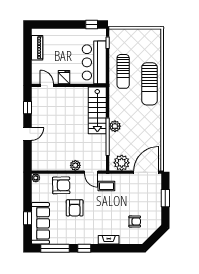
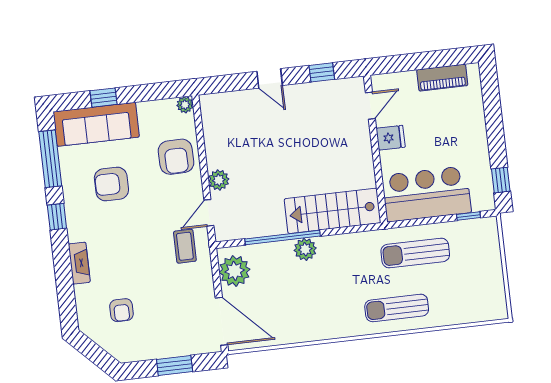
sun lounger: (149, 84) -> (397, 308), width x0.73, depth x0.75
armchair: (75, 208) -> (111, 184), moved

